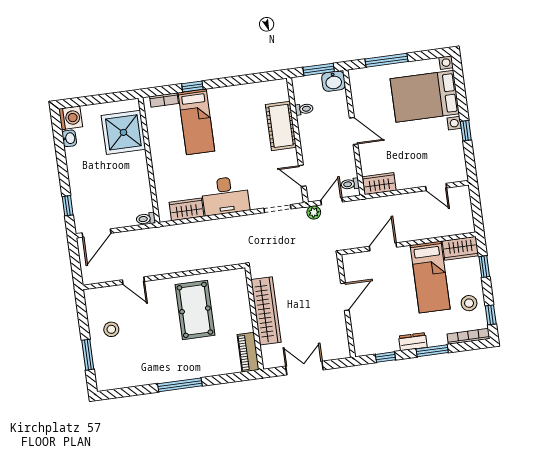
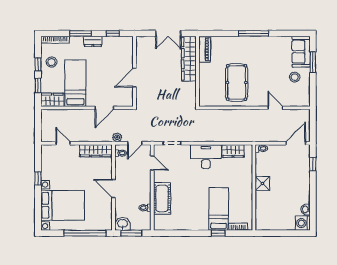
window: (387, 60) -> (85, 233), width x1.46
shower: (123, 132) -> (262, 183), moved, width x0.54, depth x0.54
wardrobe: (379, 184) -> (96, 151), width x1.50
plant: (314, 212) -> (117, 137), moved
wardrobe: (266, 311) -> (189, 59), moved
window: (491, 315) -> (38, 64), moved
sofa: (107, 368) -> (301, 52), added

